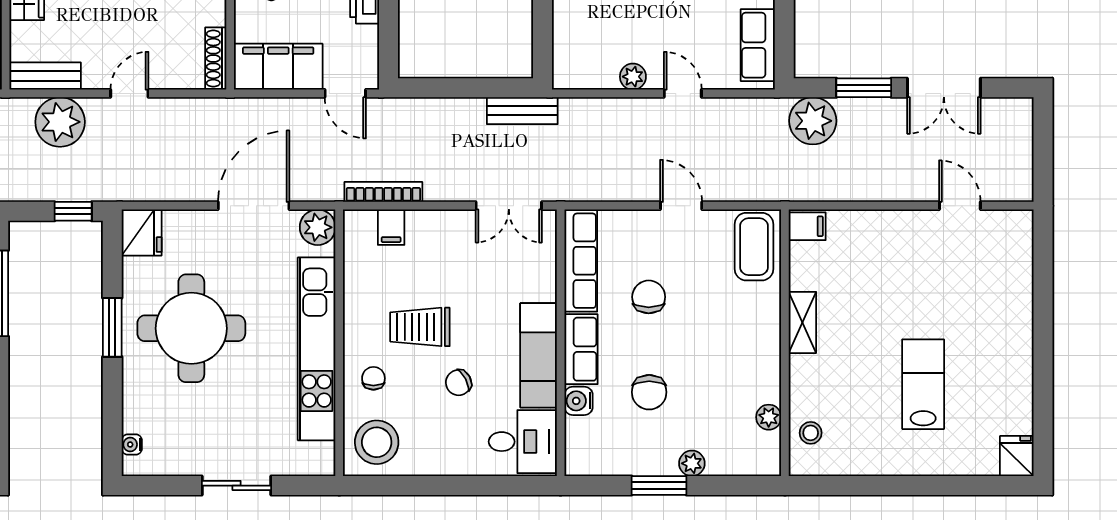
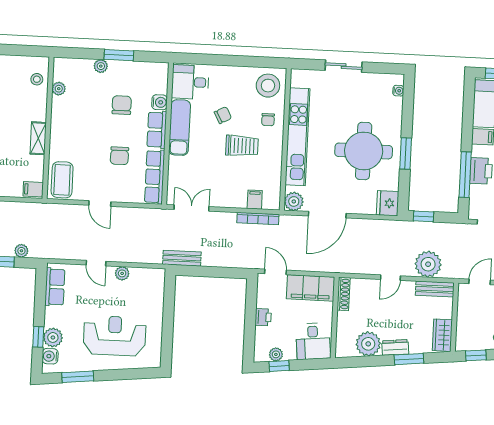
plant: (813, 121) -> (21, 251), width x0.53, depth x0.53

